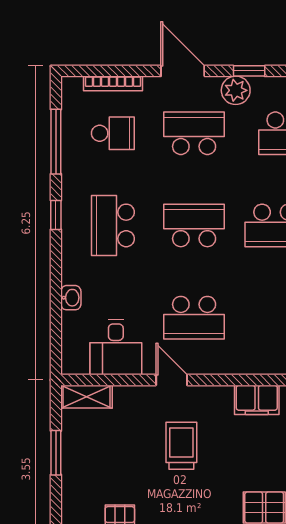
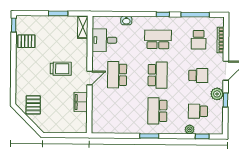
school desk: (194, 133) -> (198, 75), width x0.54
door: (172, 380) -> (90, 78), moved

